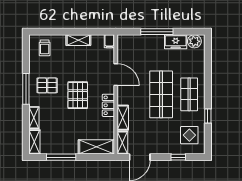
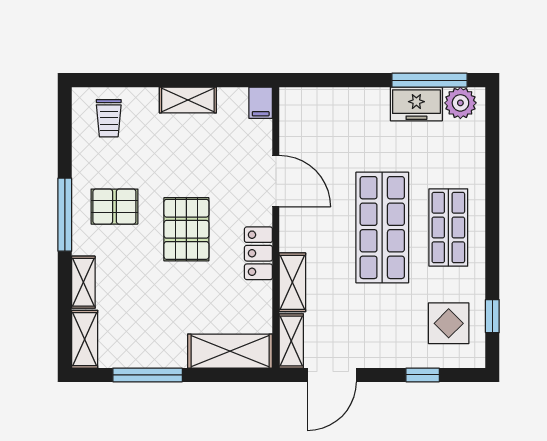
window: (157, 32) -> (430, 80), moved
window: (208, 116) -> (492, 316), moved

